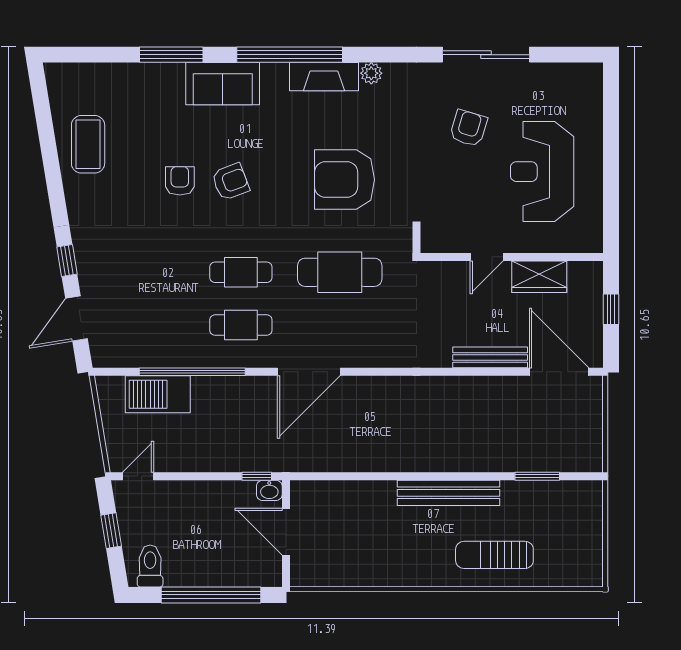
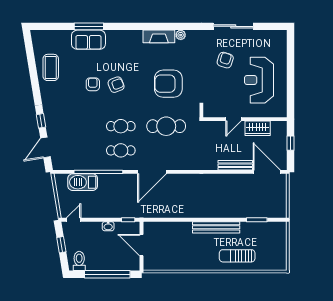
window: (290, 55) -> (143, 26), removed
sofa: (223, 84) -> (88, 40), moved
washbasin: (269, 490) -> (108, 226), moved

